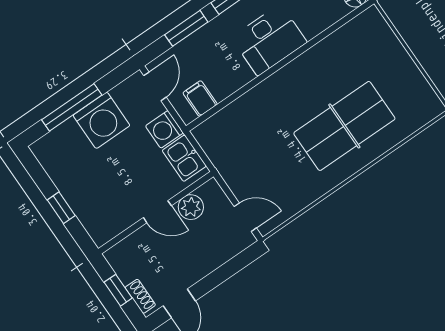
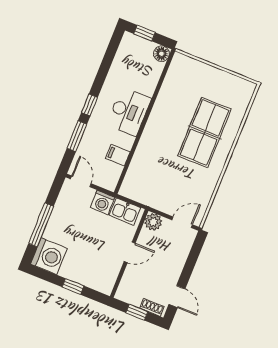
filing cabinet: (200, 99) -> (118, 155), moved
washing machine: (101, 120) -> (49, 256), moved
plant: (191, 207) -> (153, 222), moved

